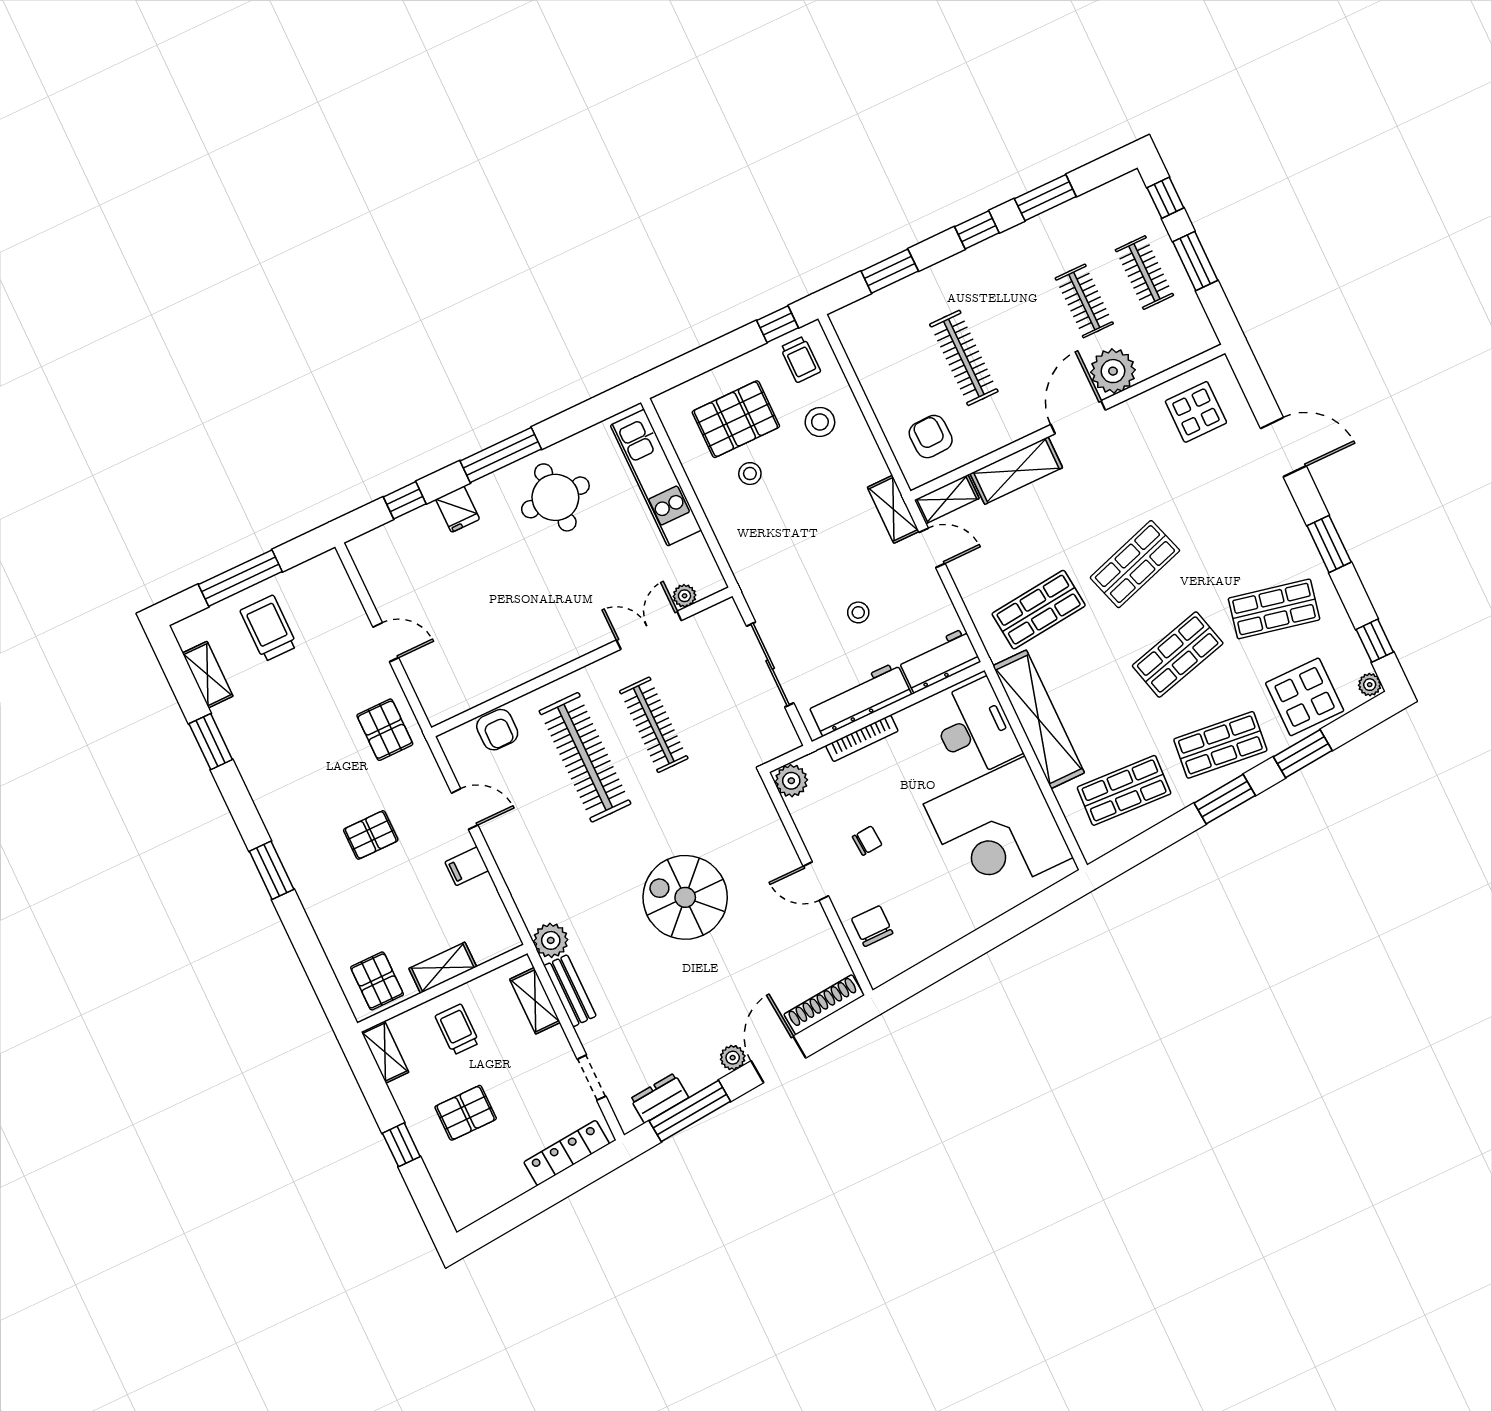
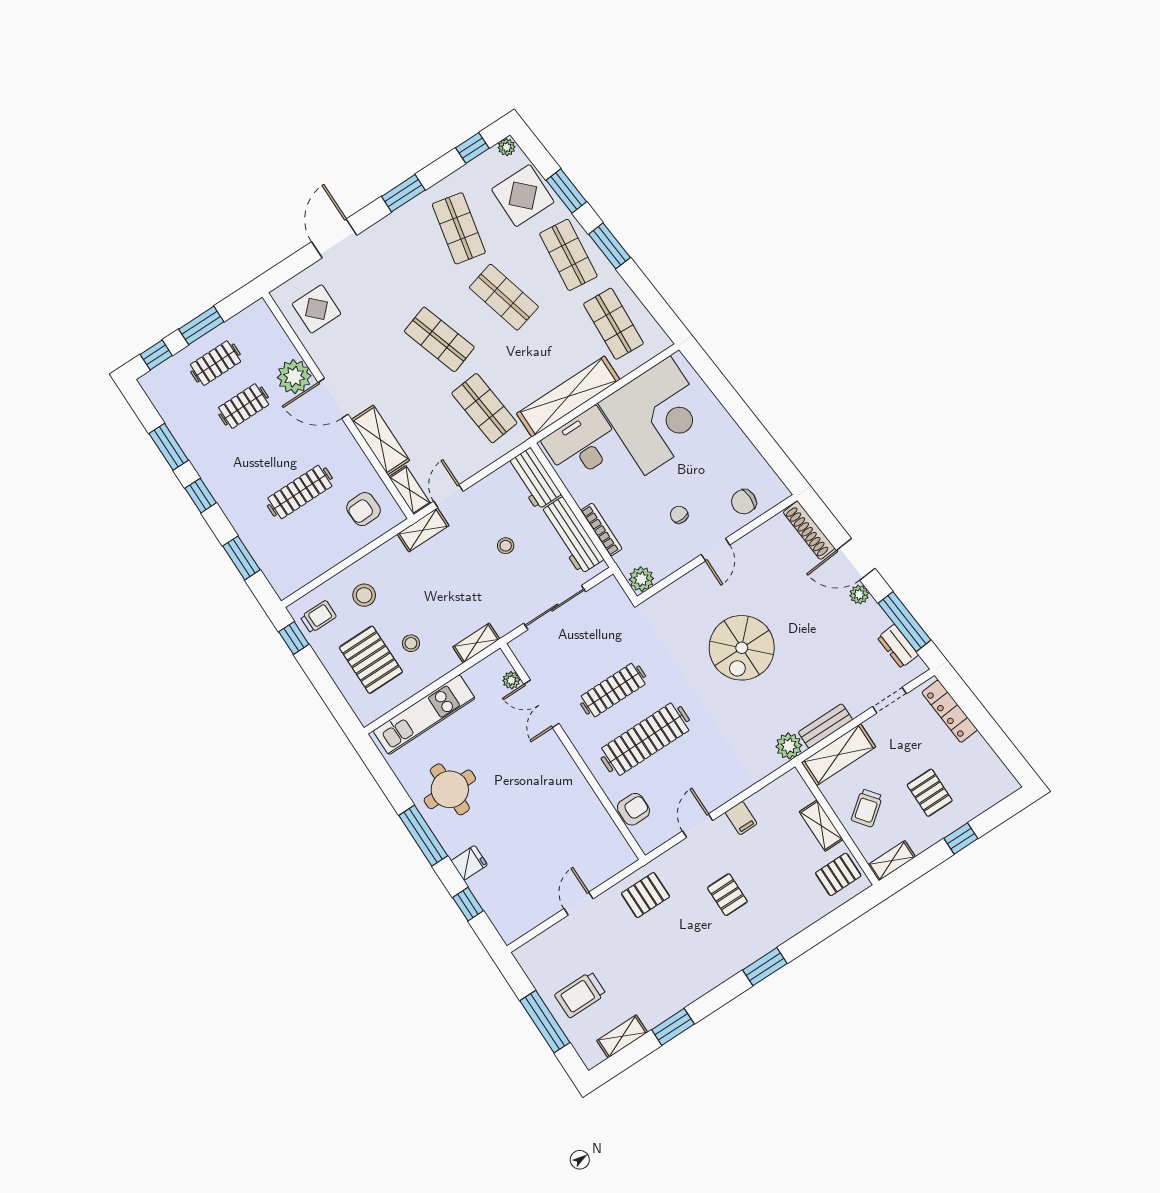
shelving: (739, 557) -> (476, 643), added
shelving: (535, 1001) -> (839, 754), width x1.50, depth x1.33
trolley: (457, 1029) -> (867, 808), turned -38

